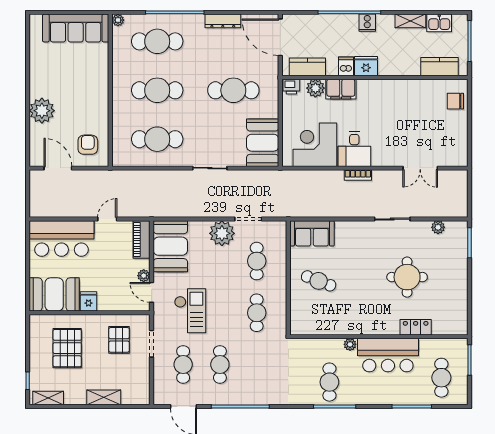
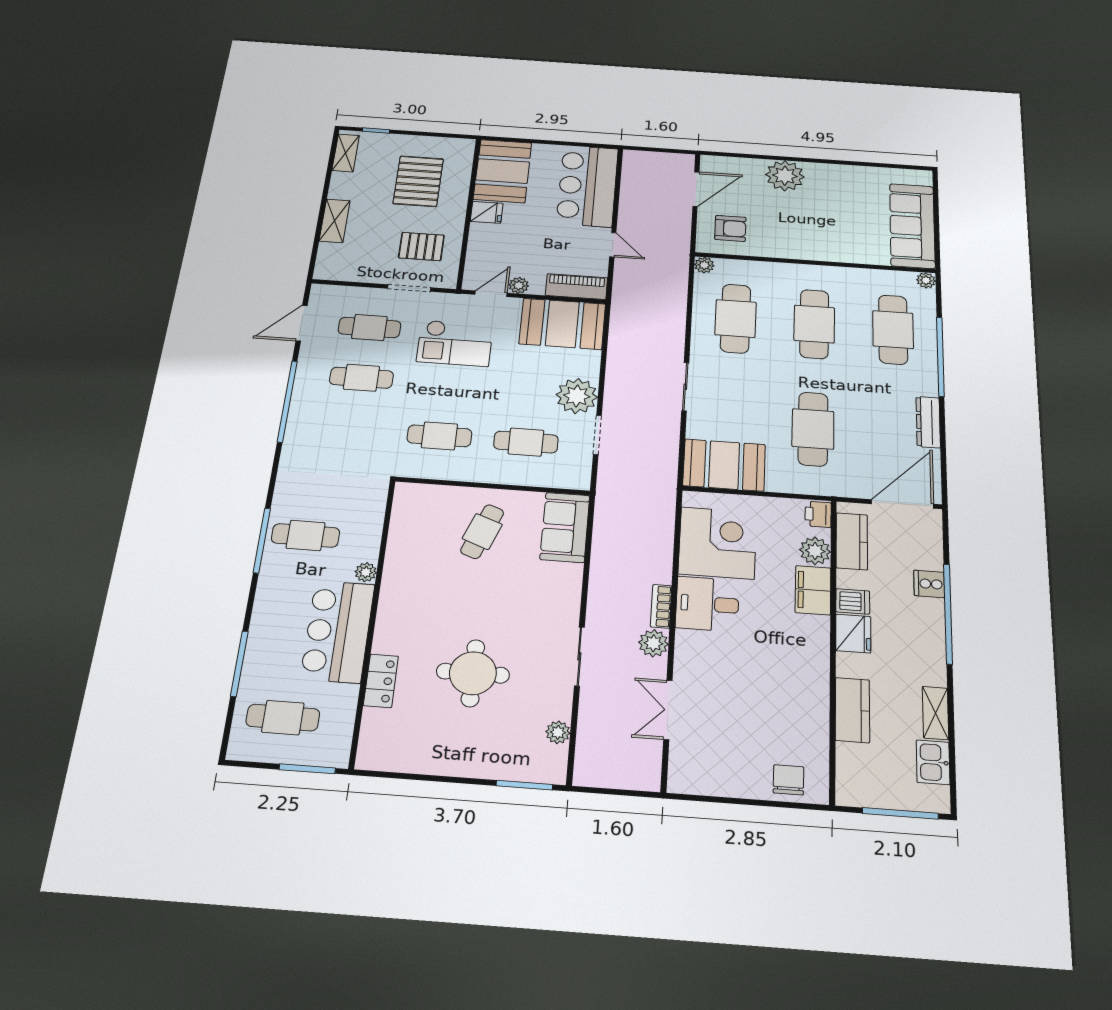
cooker: (367, 23) -> (929, 584), moved
kitchen counter: (440, 67) -> (852, 710), moved
plant: (118, 160) -> (704, 265), added
plant: (381, 178) -> (653, 643), added
pallet: (67, 348) -> (418, 181), turned 90

